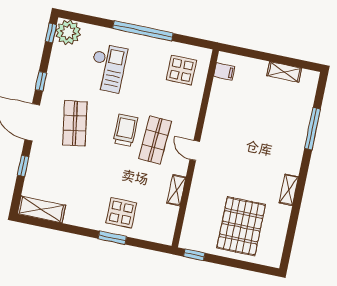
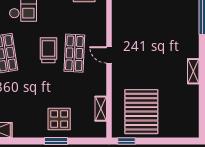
shelving: (176, 190) -> (101, 109), moved
pallet: (241, 226) -> (141, 112), moved

